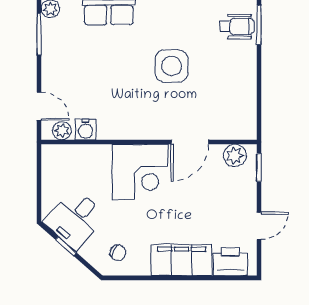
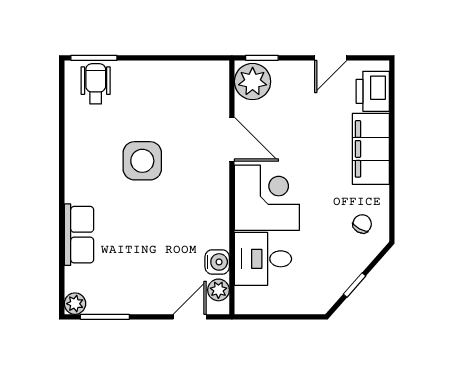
plant: (235, 155) -> (253, 82), width x1.36, depth x1.36
desk: (75, 219) -> (263, 259), moved, turned 139
door: (259, 226) -> (331, 58), swing flipped

